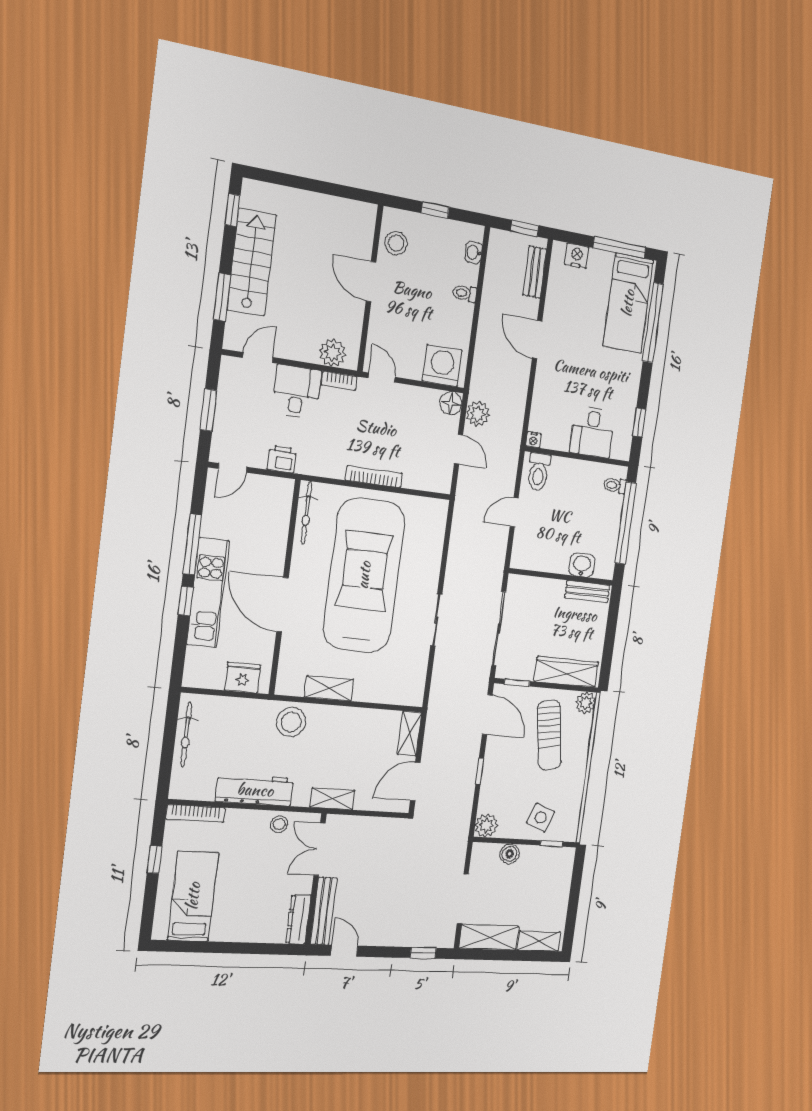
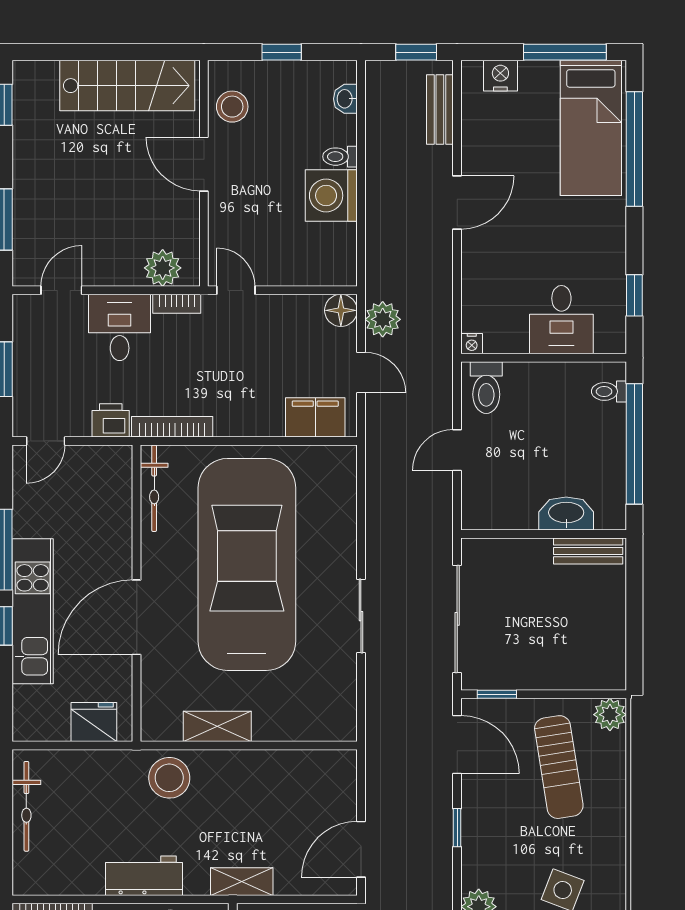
stairs: (252, 262) -> (127, 86), moved, turned 90
door: (537, 340) -> (457, 202), swing flipped
washing machine: (442, 366) -> (331, 196), moved, turned -90
bookcase: (374, 477) -> (172, 427), moved
filing cabinet: (424, 477) -> (315, 417), added
washbasin: (582, 565) -> (566, 513), width x1.38
door: (282, 605) -> (137, 617), hinge flipped
wardrobe: (566, 672) -> (572, 671), removed
shelving: (409, 733) -> (343, 781), removed
workbench: (255, 790) -> (144, 876), width x0.73

